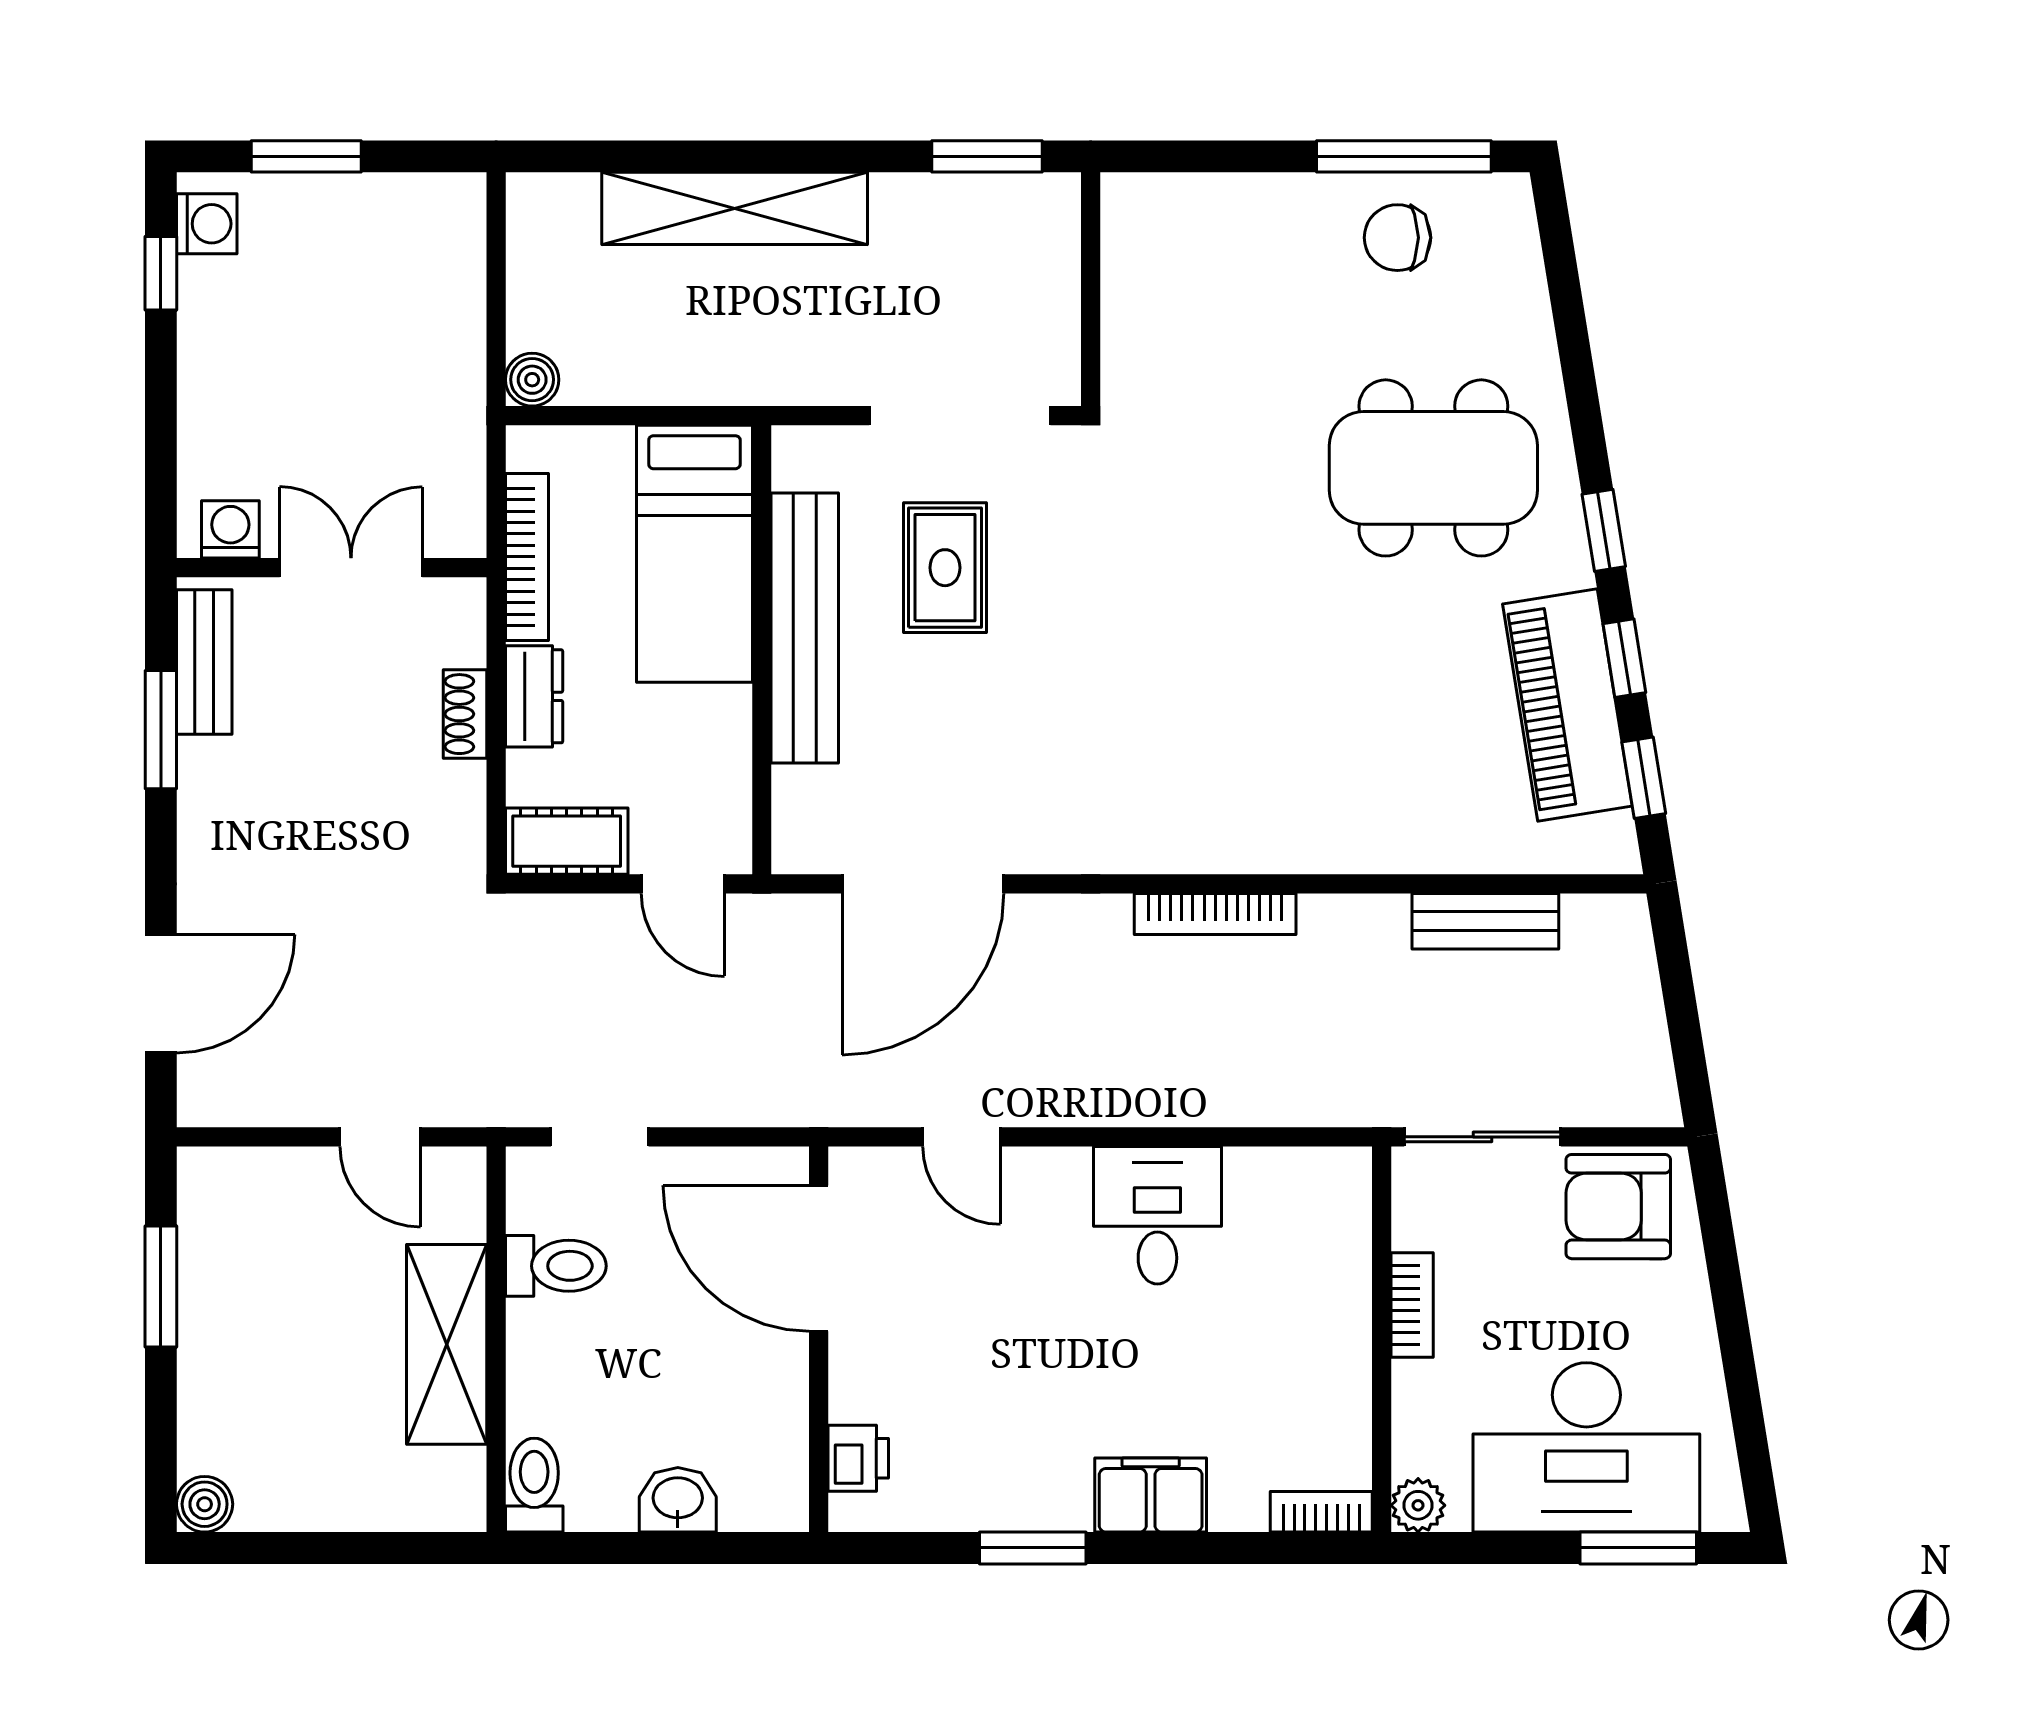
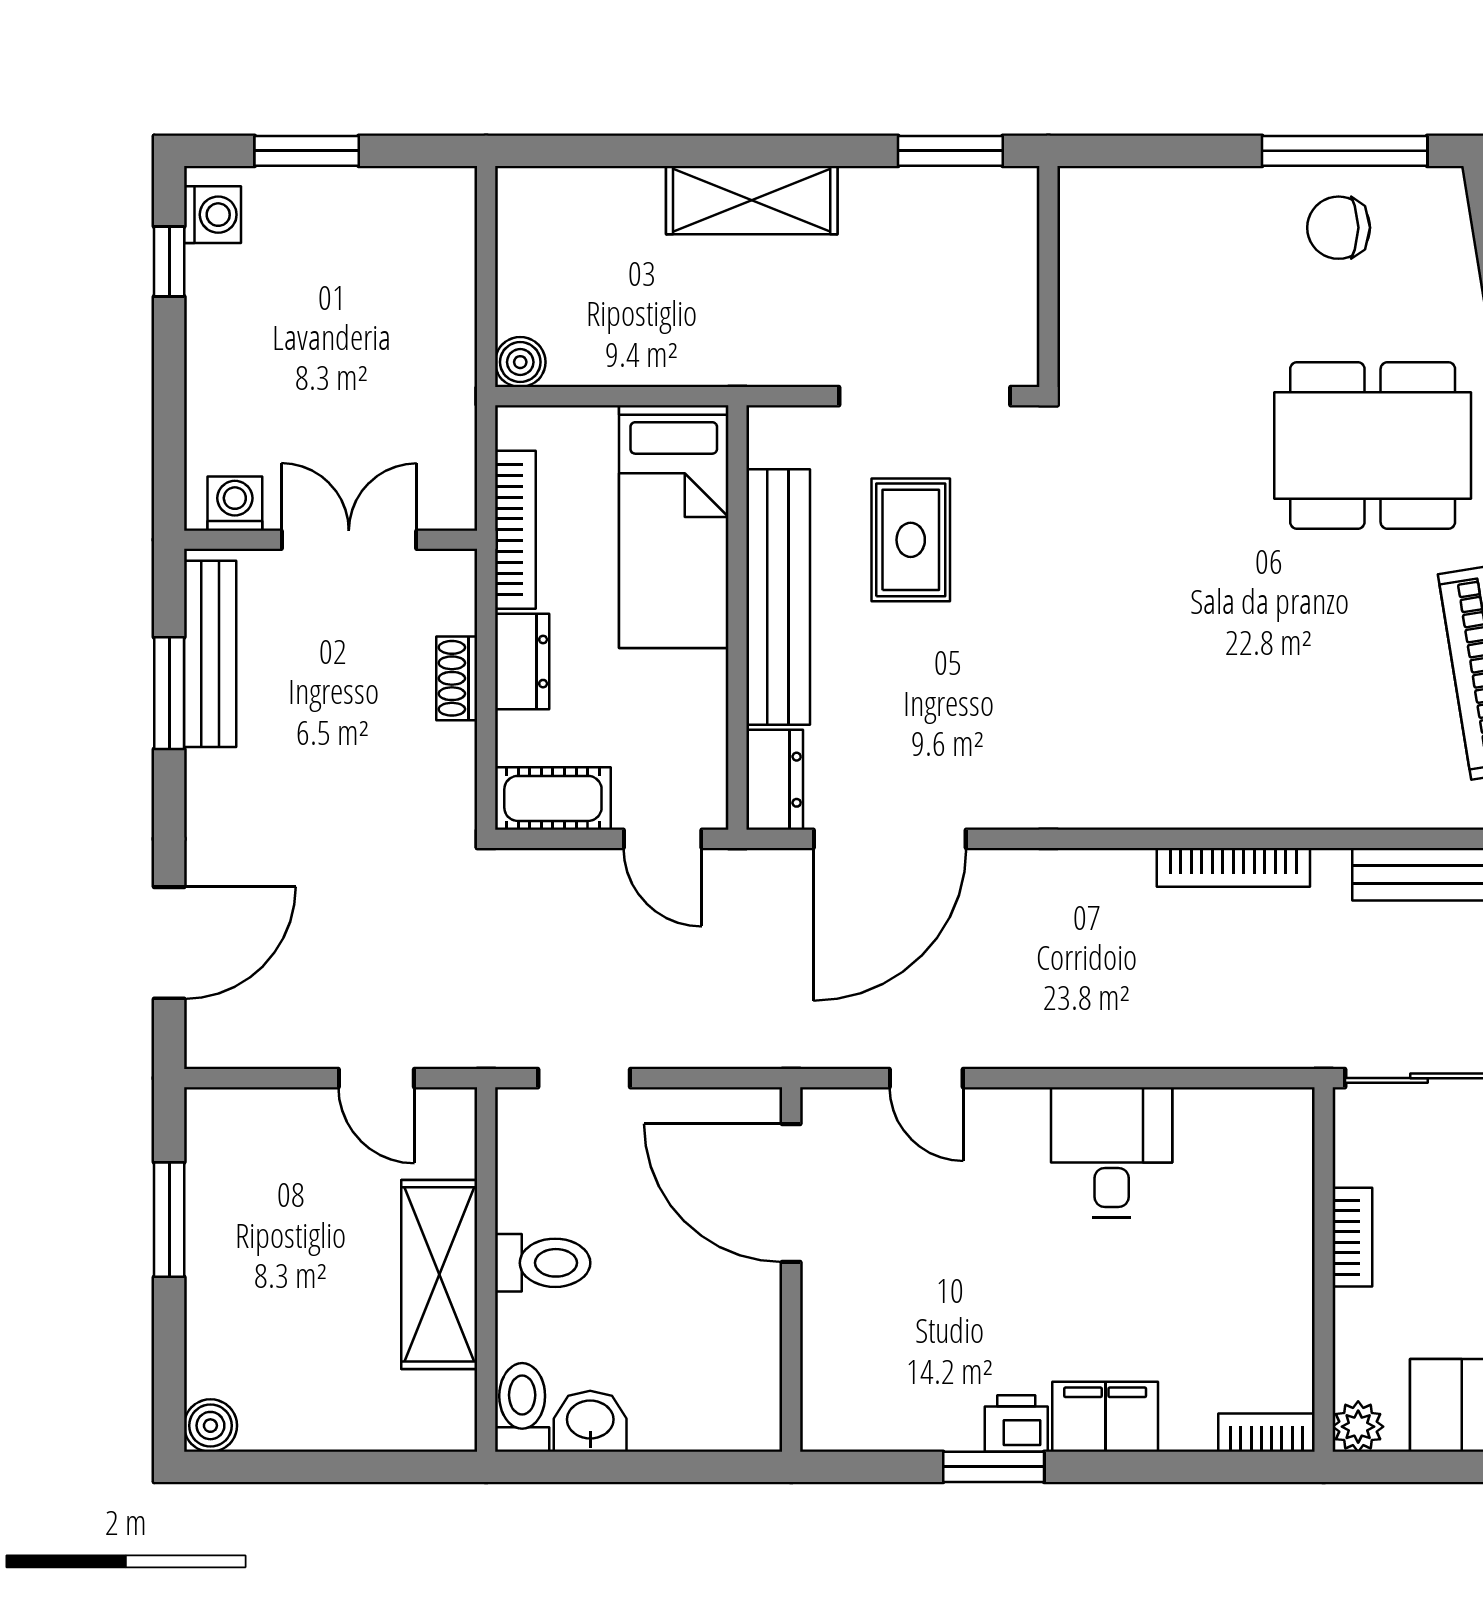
shelving: (735, 208) -> (752, 200), width x0.68
bench: (204, 662) -> (210, 654), width x1.36
dresser: (801, 821) -> (775, 780), added
bookcase: (1215, 914) -> (1233, 867), moved
toilet: (556, 1266) -> (543, 1263), moved
printer: (858, 1458) -> (1016, 1424), moved, turned -90
washbasin: (678, 1500) -> (590, 1421), moved

